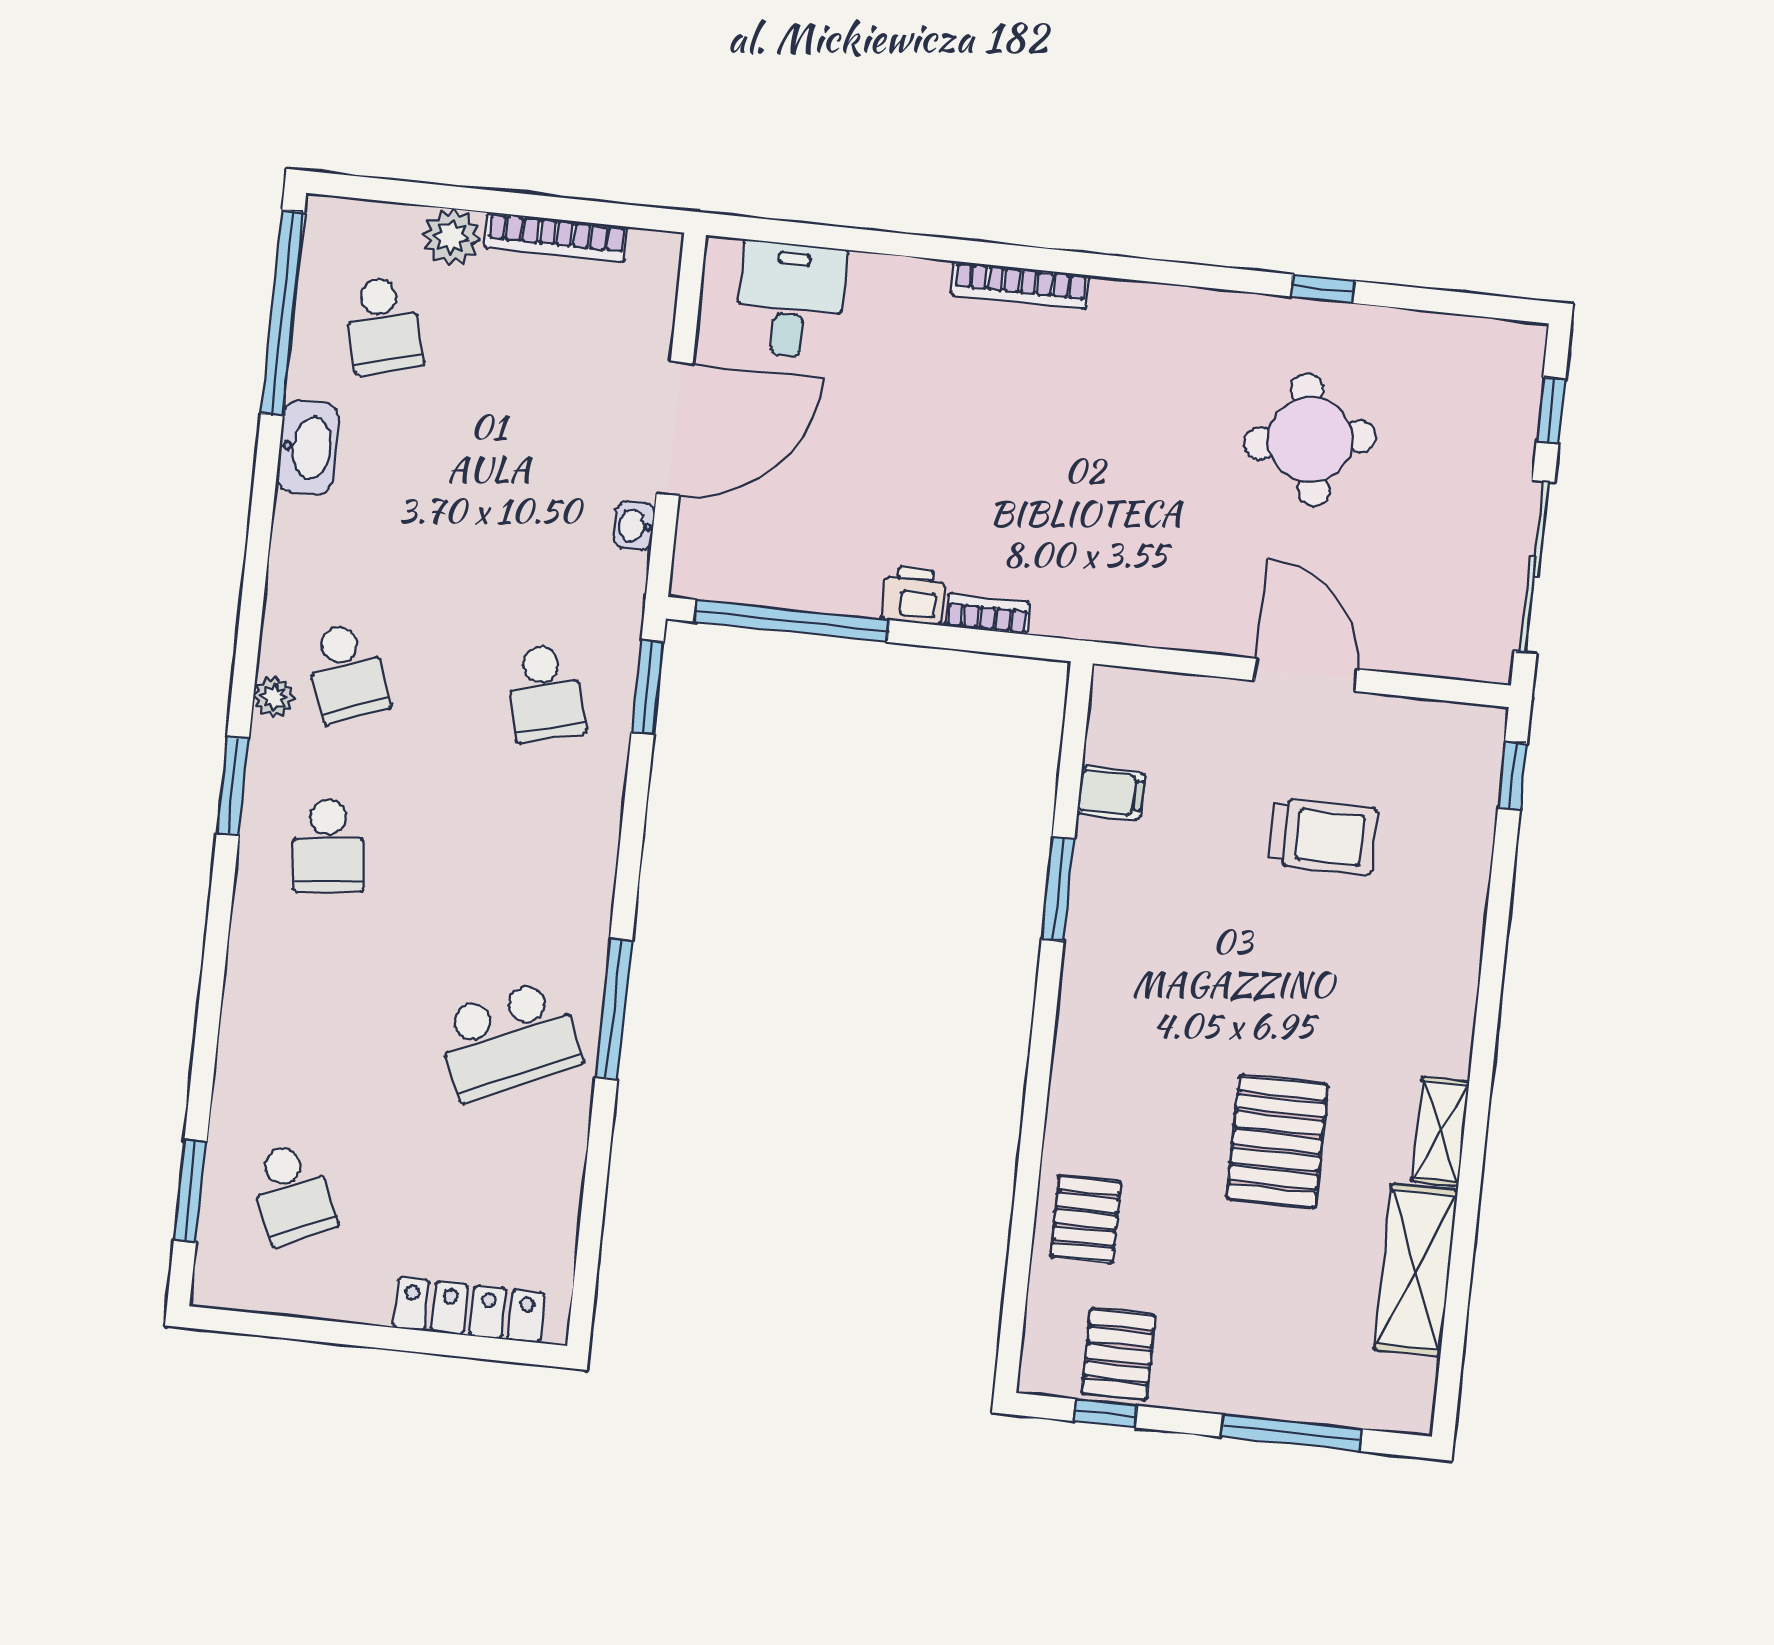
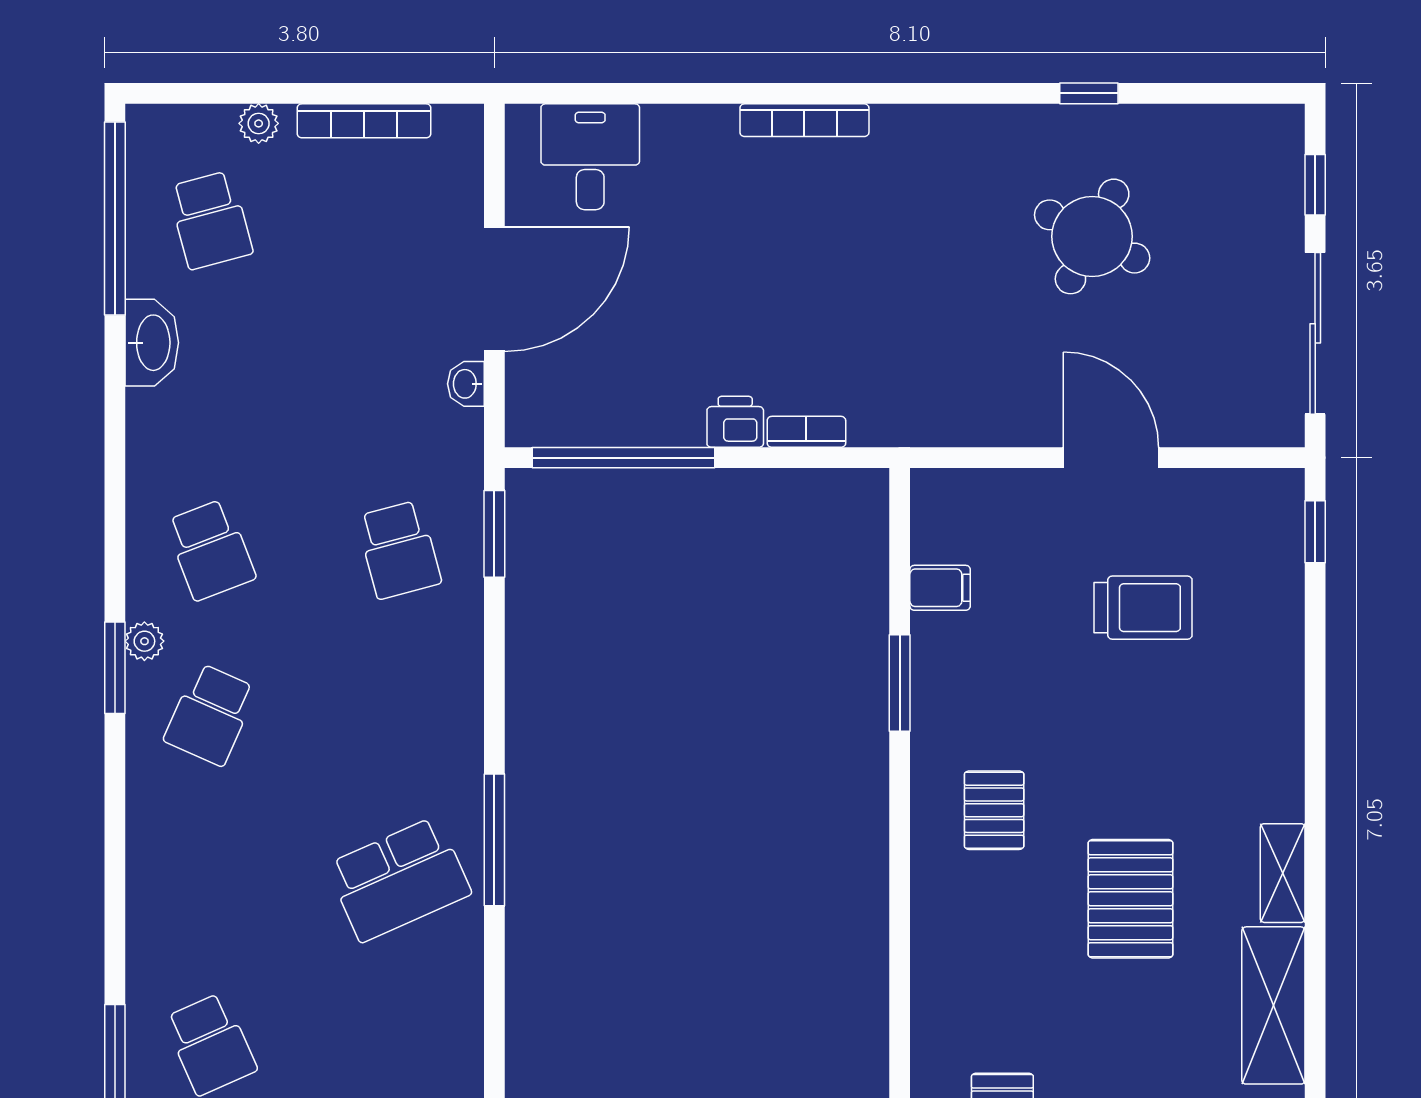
plant: (452, 237) -> (259, 123), width x0.73, depth x0.73
round table: (1310, 440) -> (1092, 236), turned 37
plant: (274, 697) -> (144, 641), moved
school desk: (328, 846) -> (210, 715), turned 30
pallet: (1086, 1219) -> (994, 810), moved

